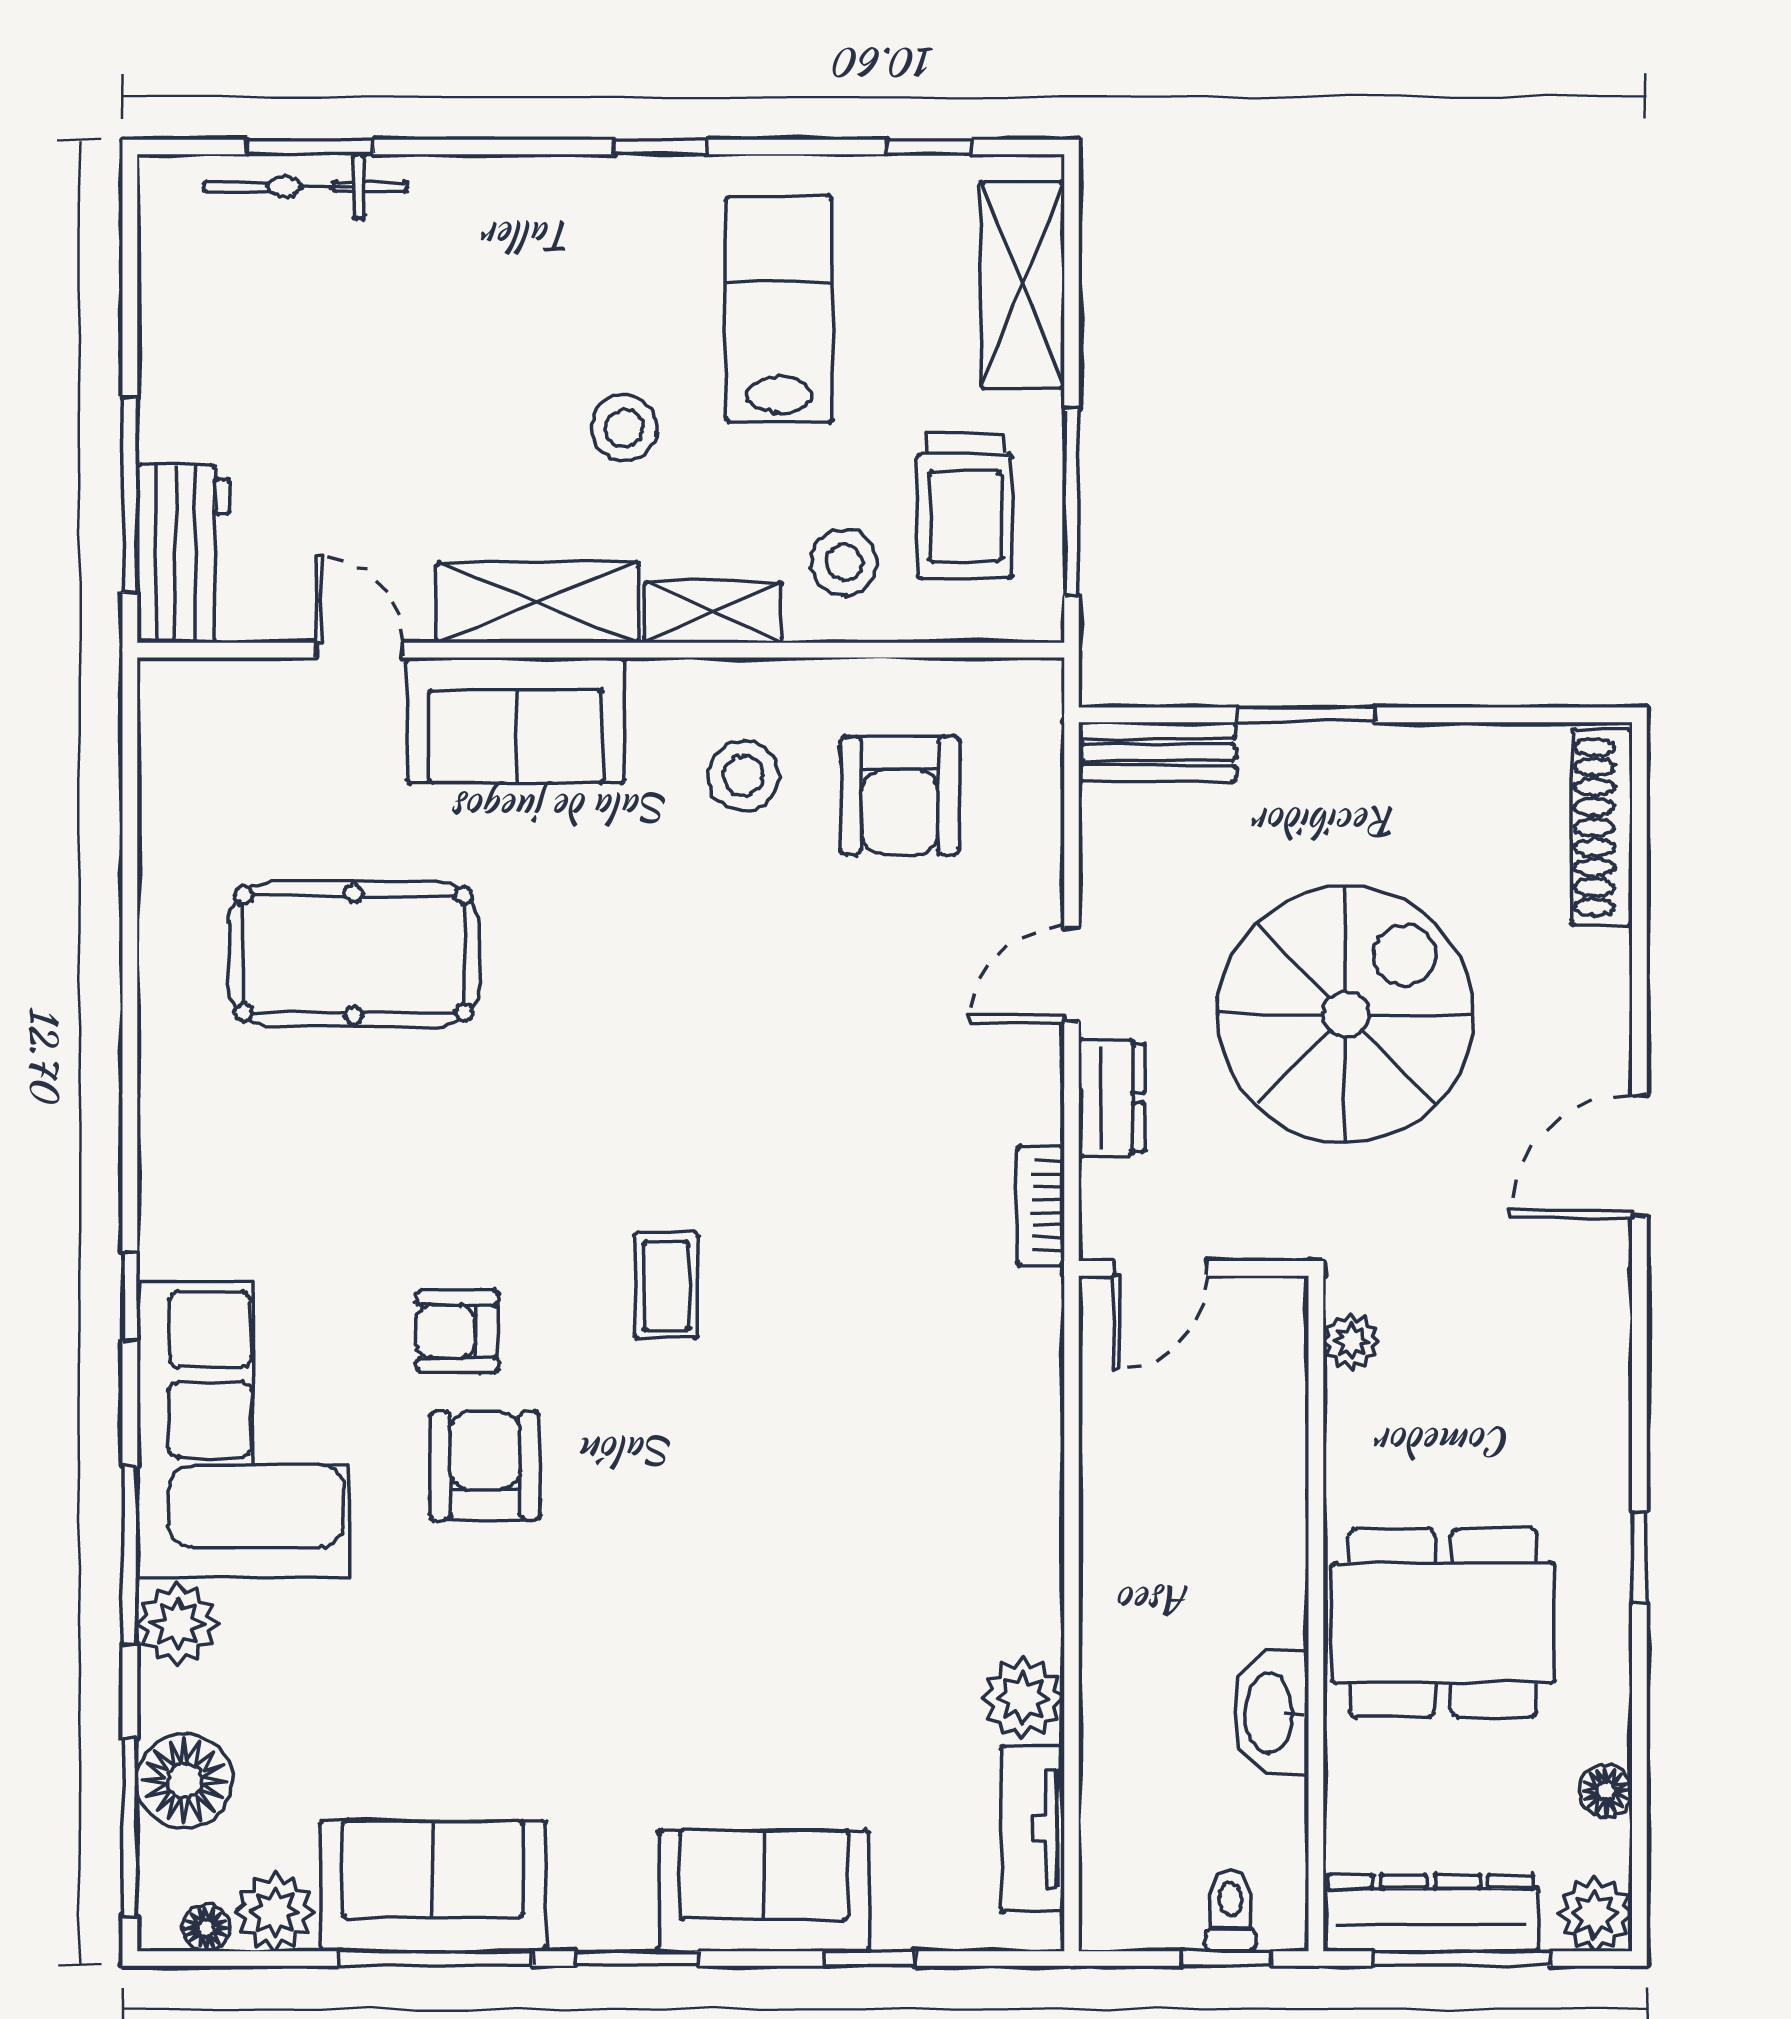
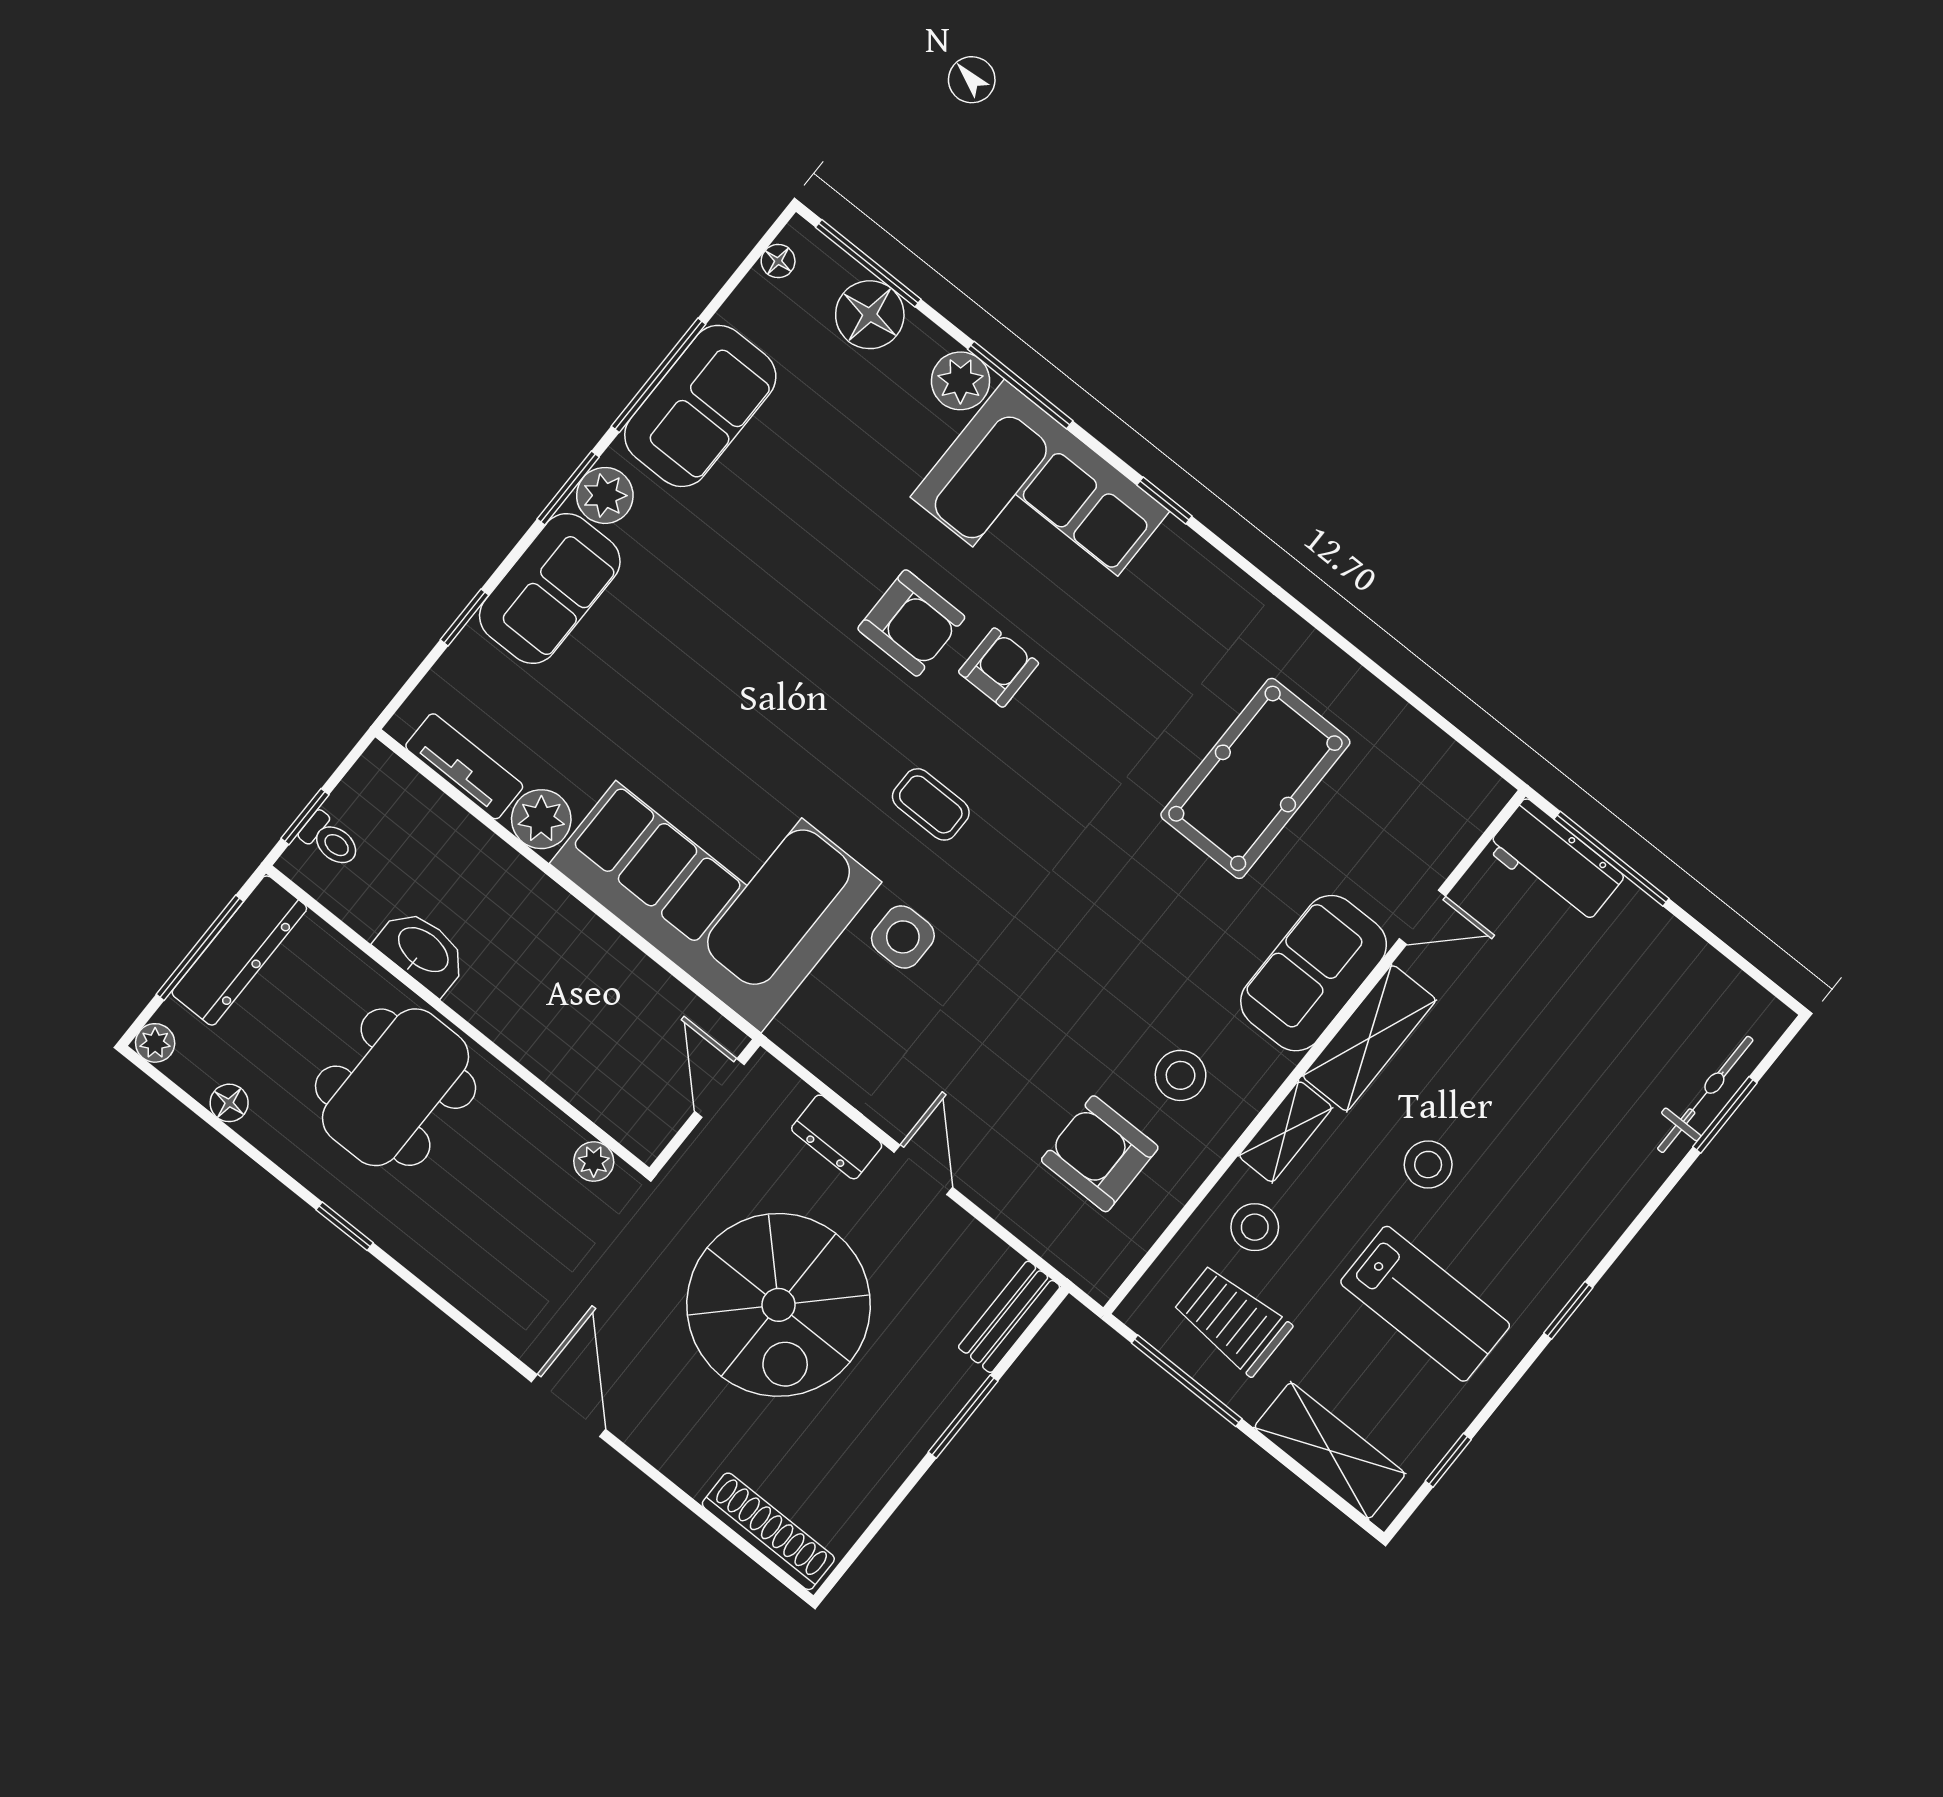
side table: (835, 1200) -> (903, 937), added
bookcase: (1041, 1206) -> (808, 1049), removed
corner sofa: (929, 1461) -> (716, 873), added
plant: (275, 1912) -> (605, 495), moved
plant: (1595, 1914) -> (155, 1043), width x0.73, depth x0.73

